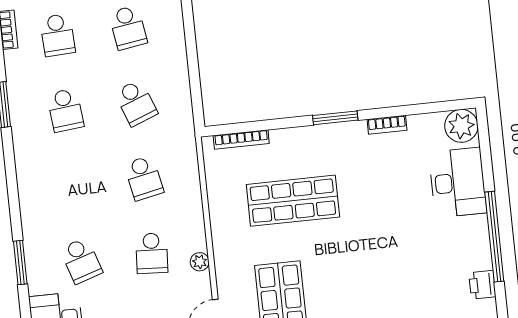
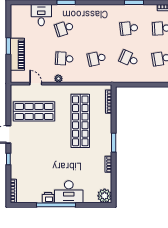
school desk: (136, 103) -> (129, 59), turned 45
desk: (458, 183) -> (69, 192), moved
shop shelf: (293, 201) -> (80, 121), width x1.40
printer: (482, 285) -> (48, 198), moved

